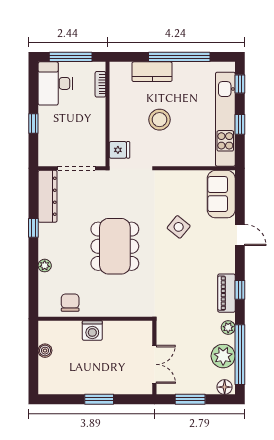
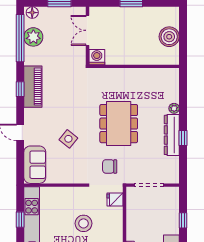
dresser: (48, 196) -> (172, 135), moved
piano: (226, 293) -> (33, 87), width x1.37, depth x1.33
chair: (70, 303) -> (110, 166), moved, turned 90
plant: (228, 328) -> (29, 59), removed
washing machine: (92, 331) -> (97, 57), moved
boiler: (45, 351) -> (169, 37), width x1.86, depth x1.86

